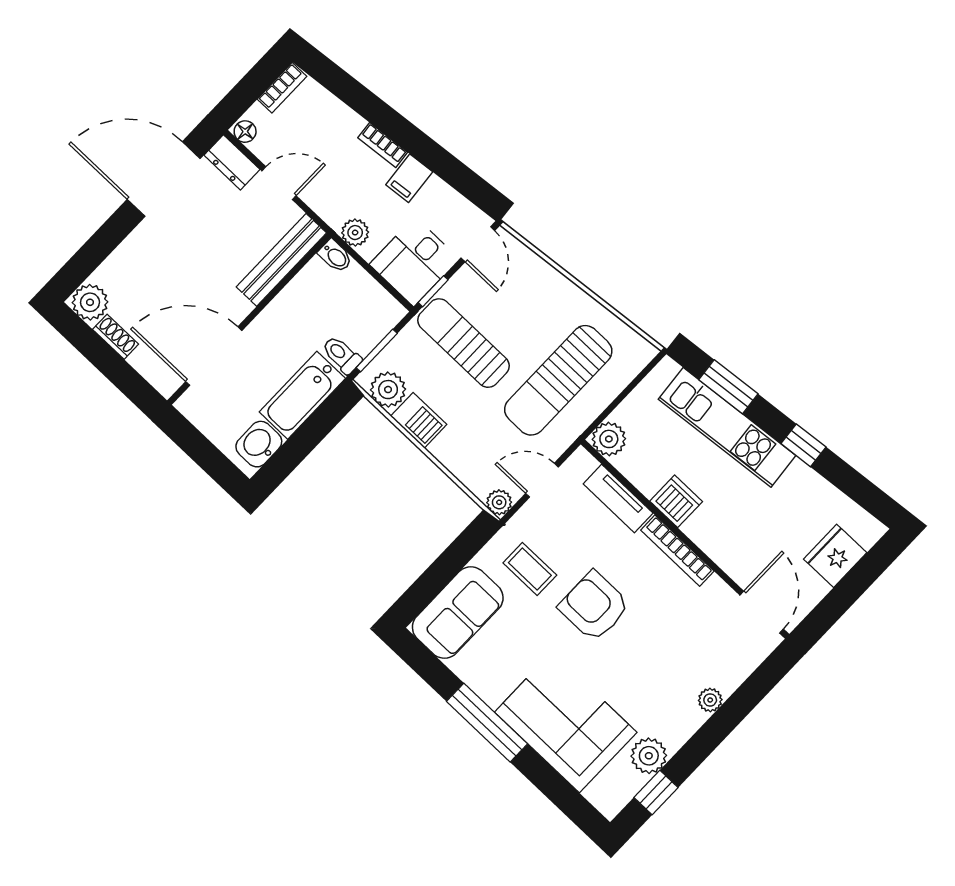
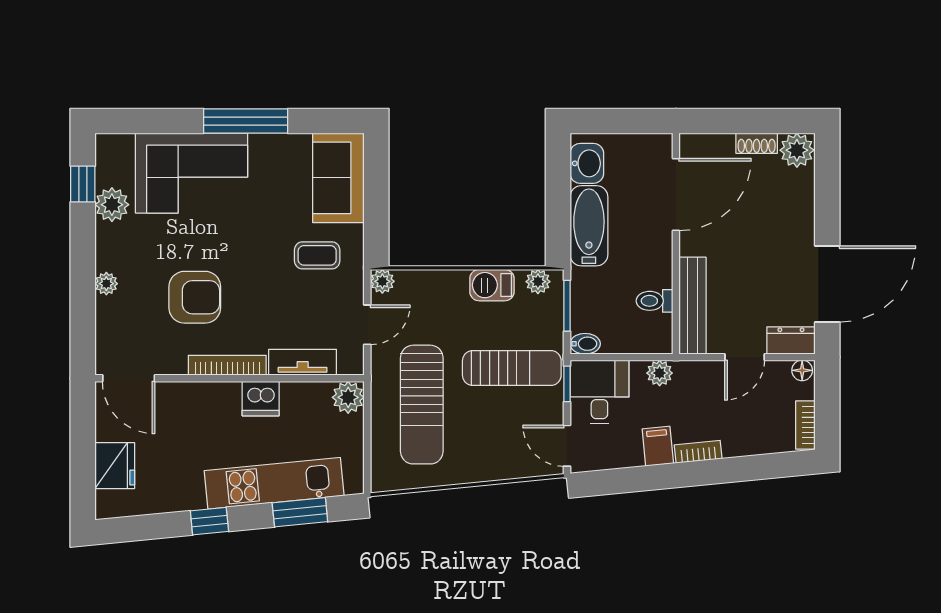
bidet: (335, 256) -> (585, 344), moved, turned 180
toilet: (342, 355) -> (654, 301), moved, turned 180
sun lounger: (558, 380) -> (422, 405), turned 180
plant: (388, 390) -> (538, 282), width x0.73, depth x0.73
armchair: (594, 606) -> (195, 297), moved

